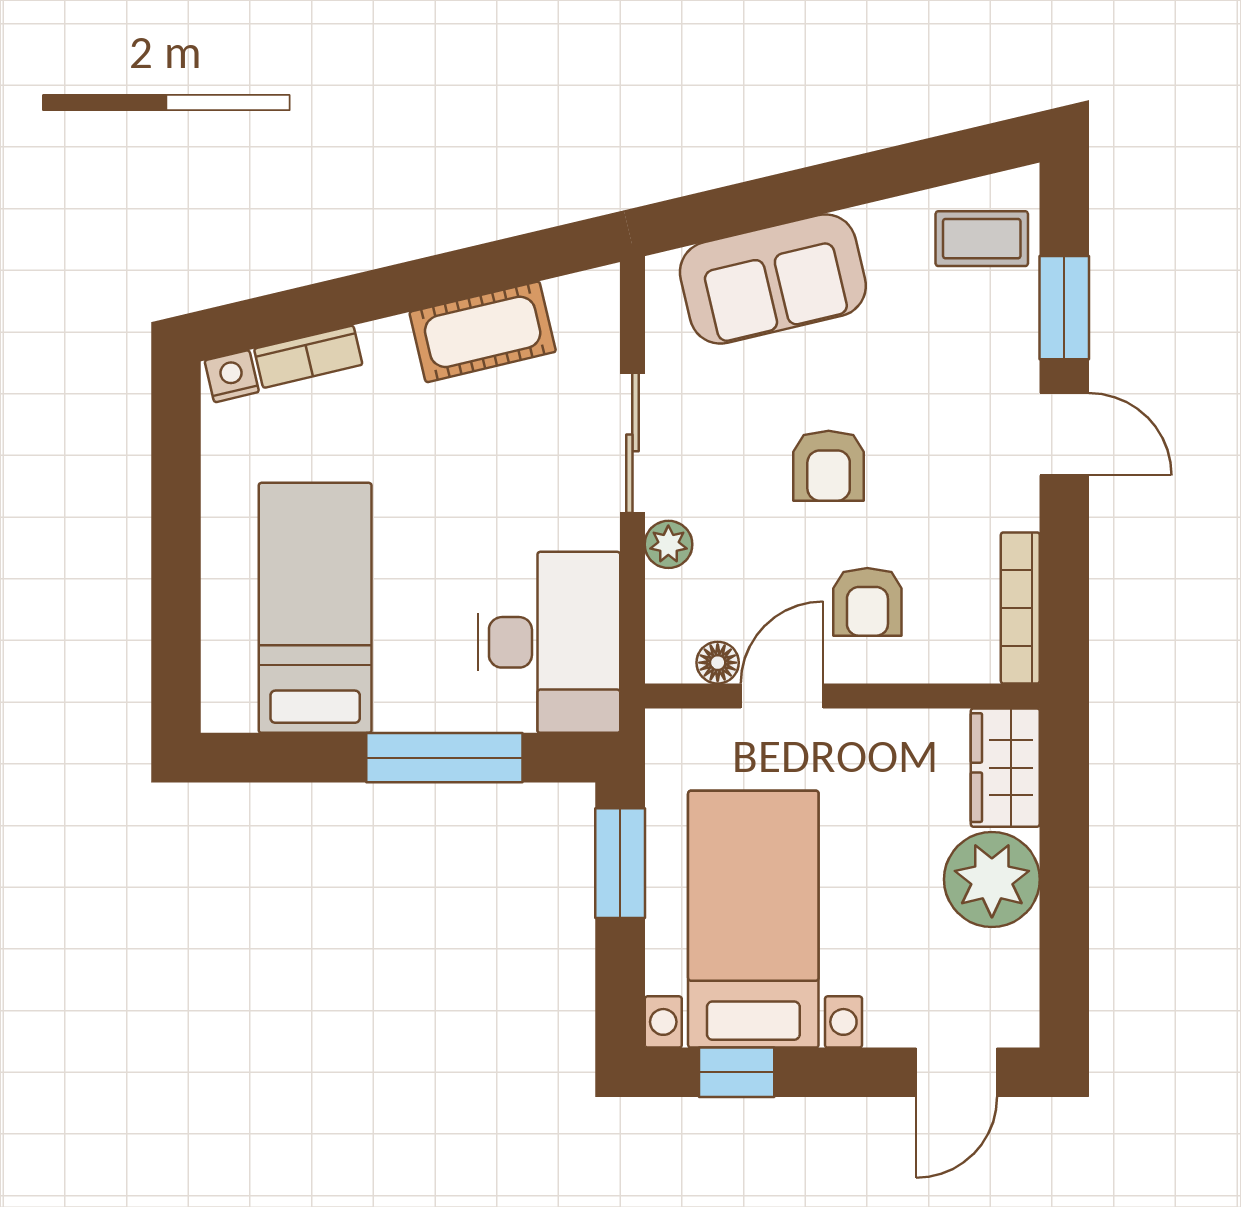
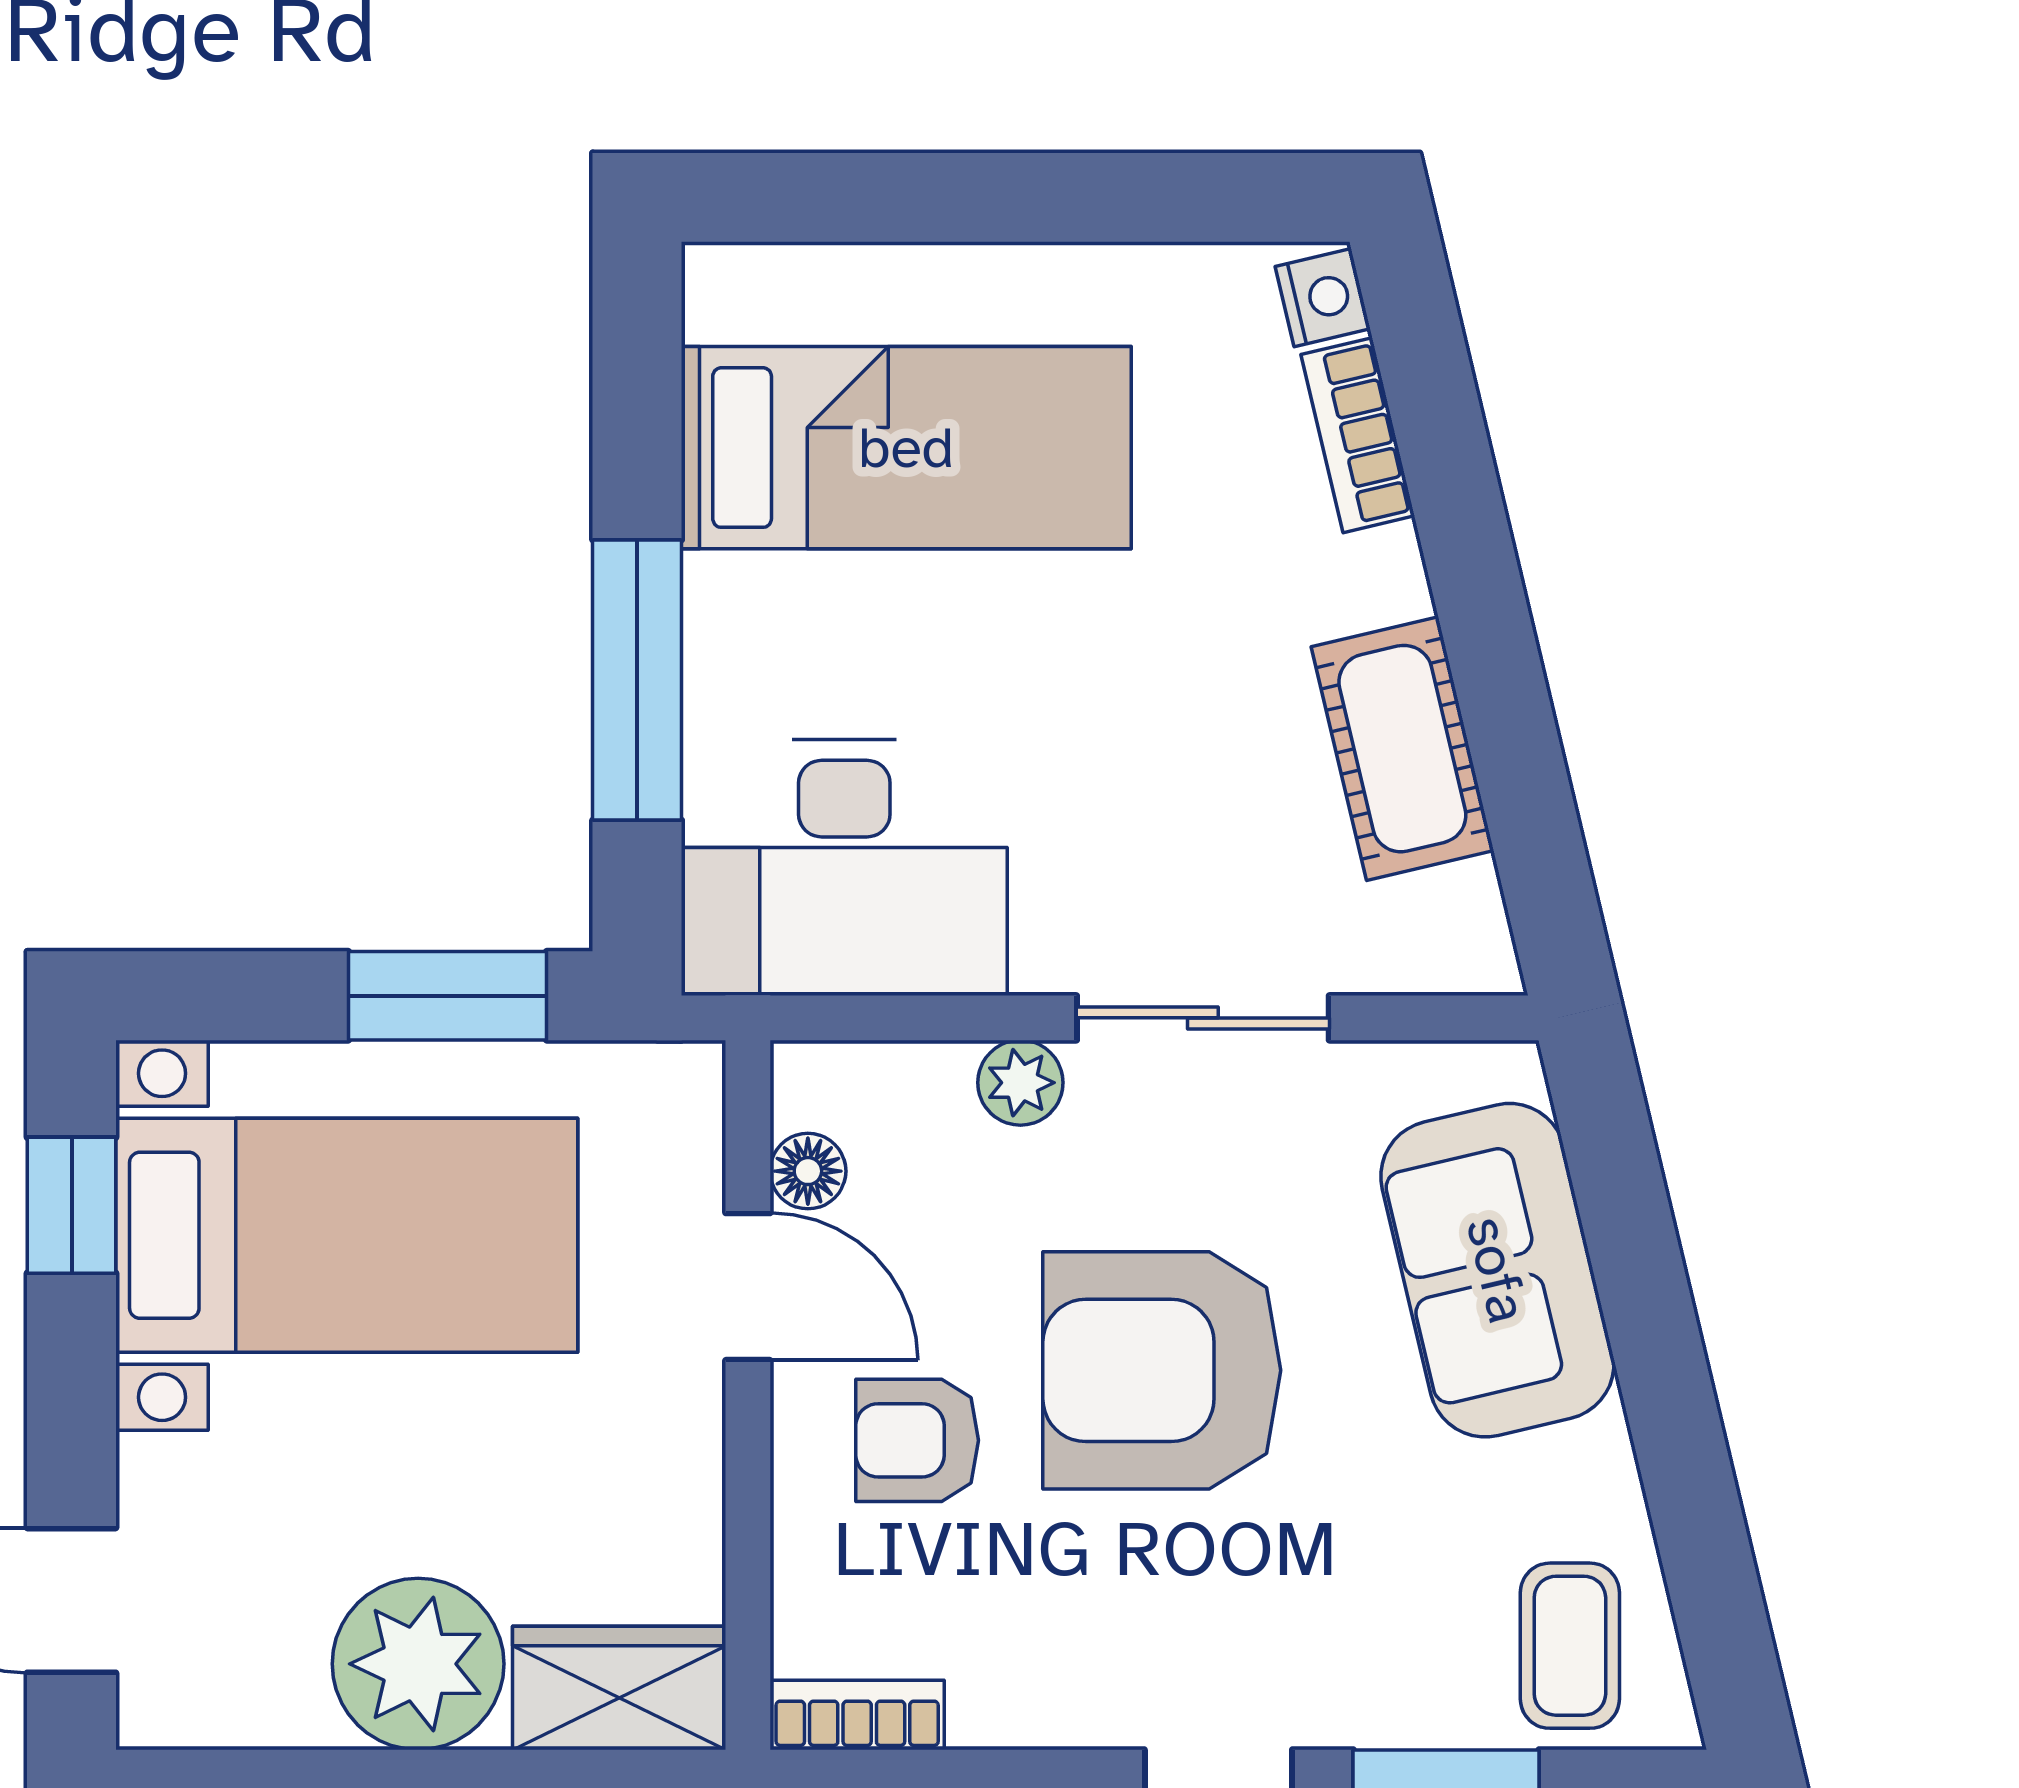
armchair: (829, 466) -> (1162, 1370), width x1.88, depth x1.88
bookcase: (1020, 608) -> (857, 1715), width x0.64

